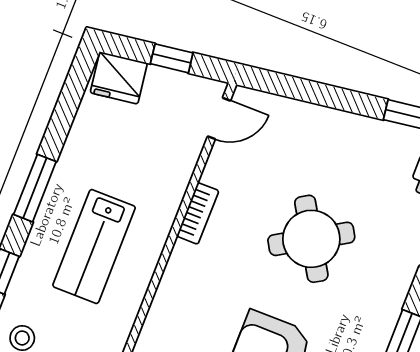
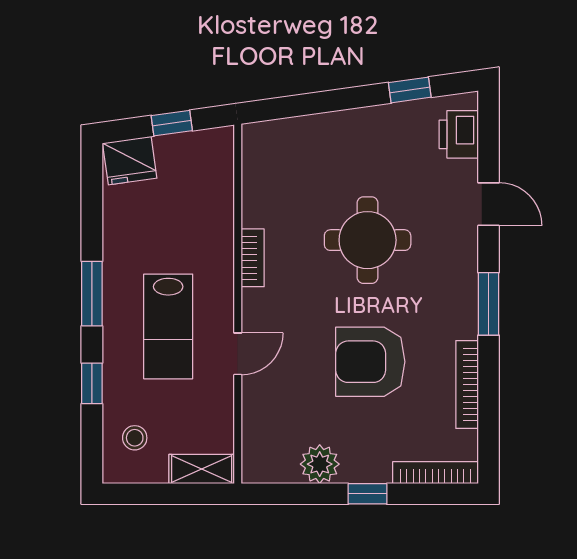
door: (219, 118) -> (238, 354), moved
round table: (311, 239) -> (368, 240), turned 31

